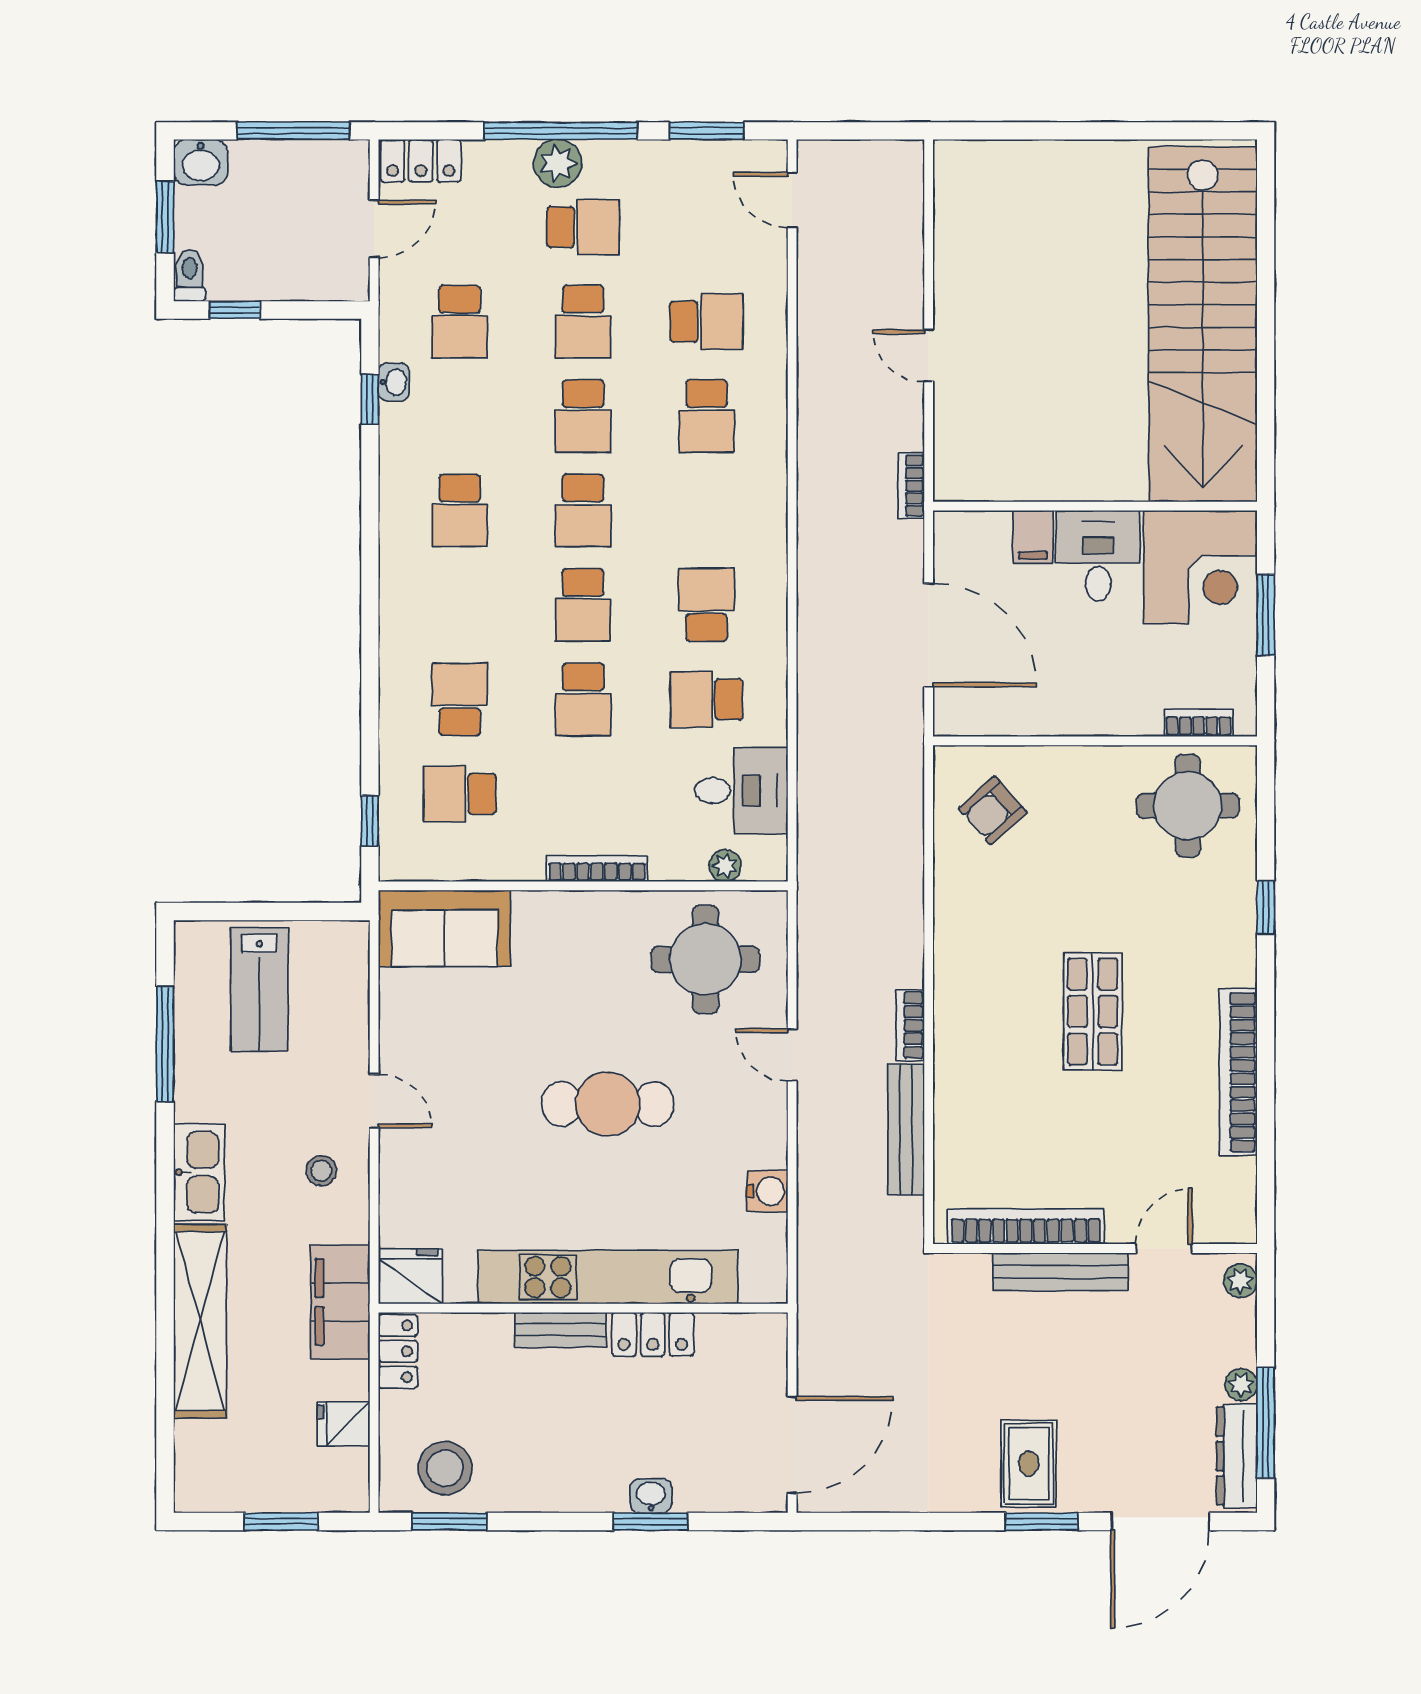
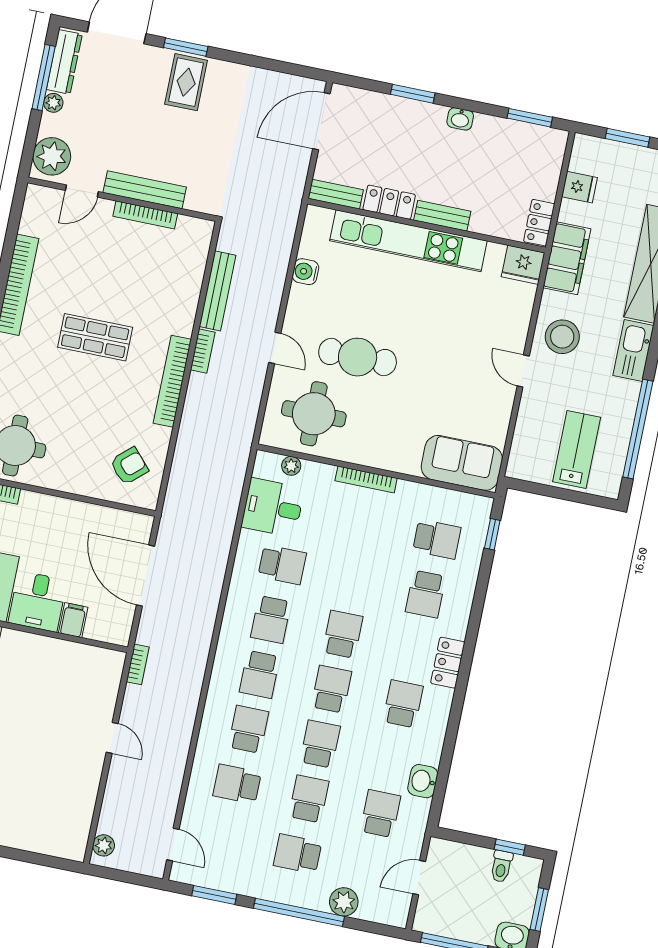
locker: (421, 161) -> (448, 663), moved, turned -90
plant: (558, 163) -> (344, 902), moved
plant: (906, 175) -> (104, 845), added
toilet: (190, 275) -> (501, 866), moved
washbasin: (394, 382) -> (423, 781), width x1.38, depth x1.45
window: (370, 399) -> (442, 779), removed
school desk: (583, 699) -> (260, 674), moved, turned 180
bookcase: (950, 965) -> (172, 381), added
shop shelf: (1093, 1012) -> (95, 337), turned 90
window: (165, 1044) -> (638, 429), width x1.46
cafe table: (608, 1104) -> (358, 357), moved
stool: (321, 1171) -> (562, 337), width x1.89, depth x1.89
bookcase: (1026, 1226) -> (145, 215), width x0.68, depth x0.76
plant: (1240, 1281) -> (52, 156), width x1.88, depth x1.88
bench: (744, 1329) -> (336, 194), added
stool: (445, 1468) -> (526, 149), removed
washbasin: (651, 1496) -> (460, 119), moved

